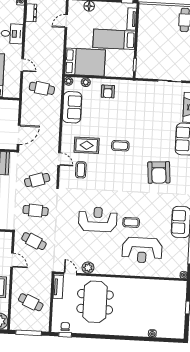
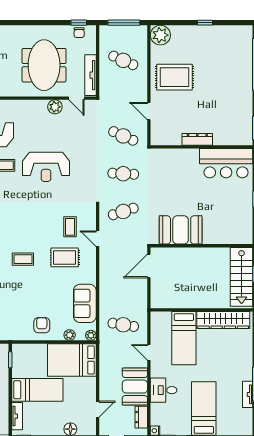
booth: (35, 38) -> (135, 387), added
tv unit: (58, 287) -> (90, 75), width x1.41

